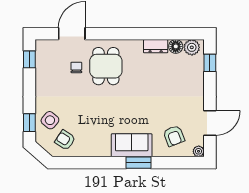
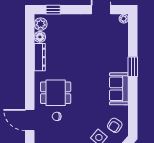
dresser: (156, 46) -> (40, 57), width x1.44
armchair: (174, 136) -> (111, 38), removed
sofa: (132, 145) -> (119, 89), moved

